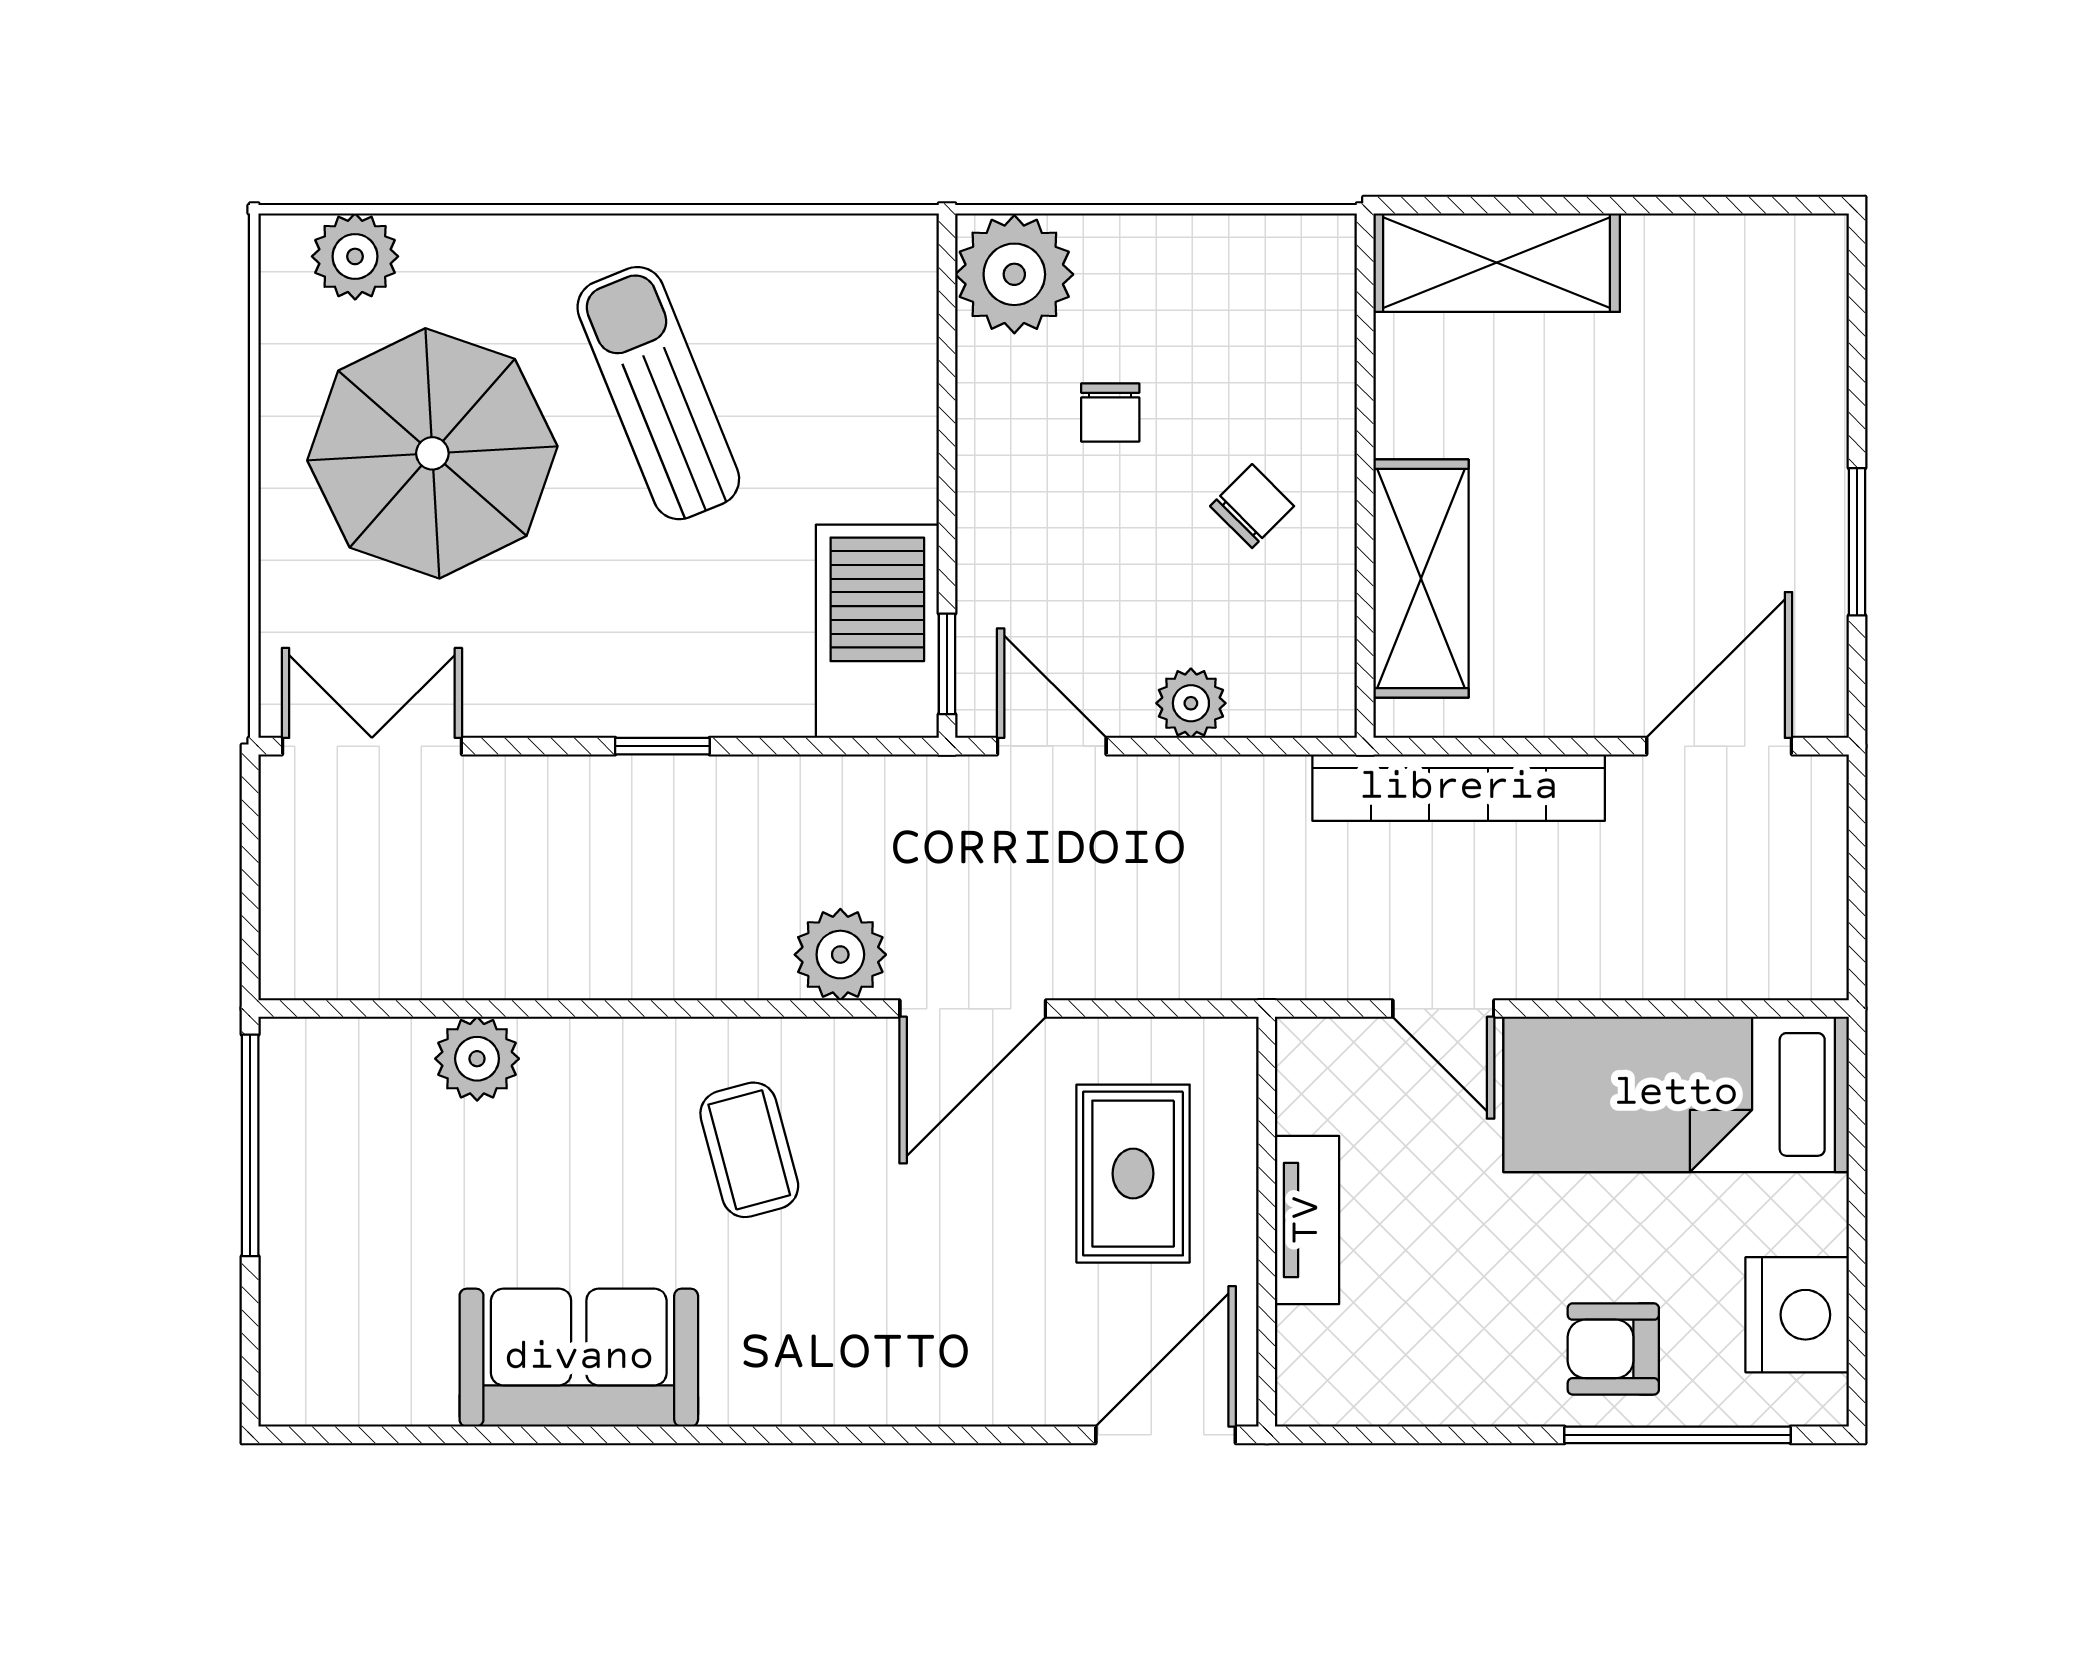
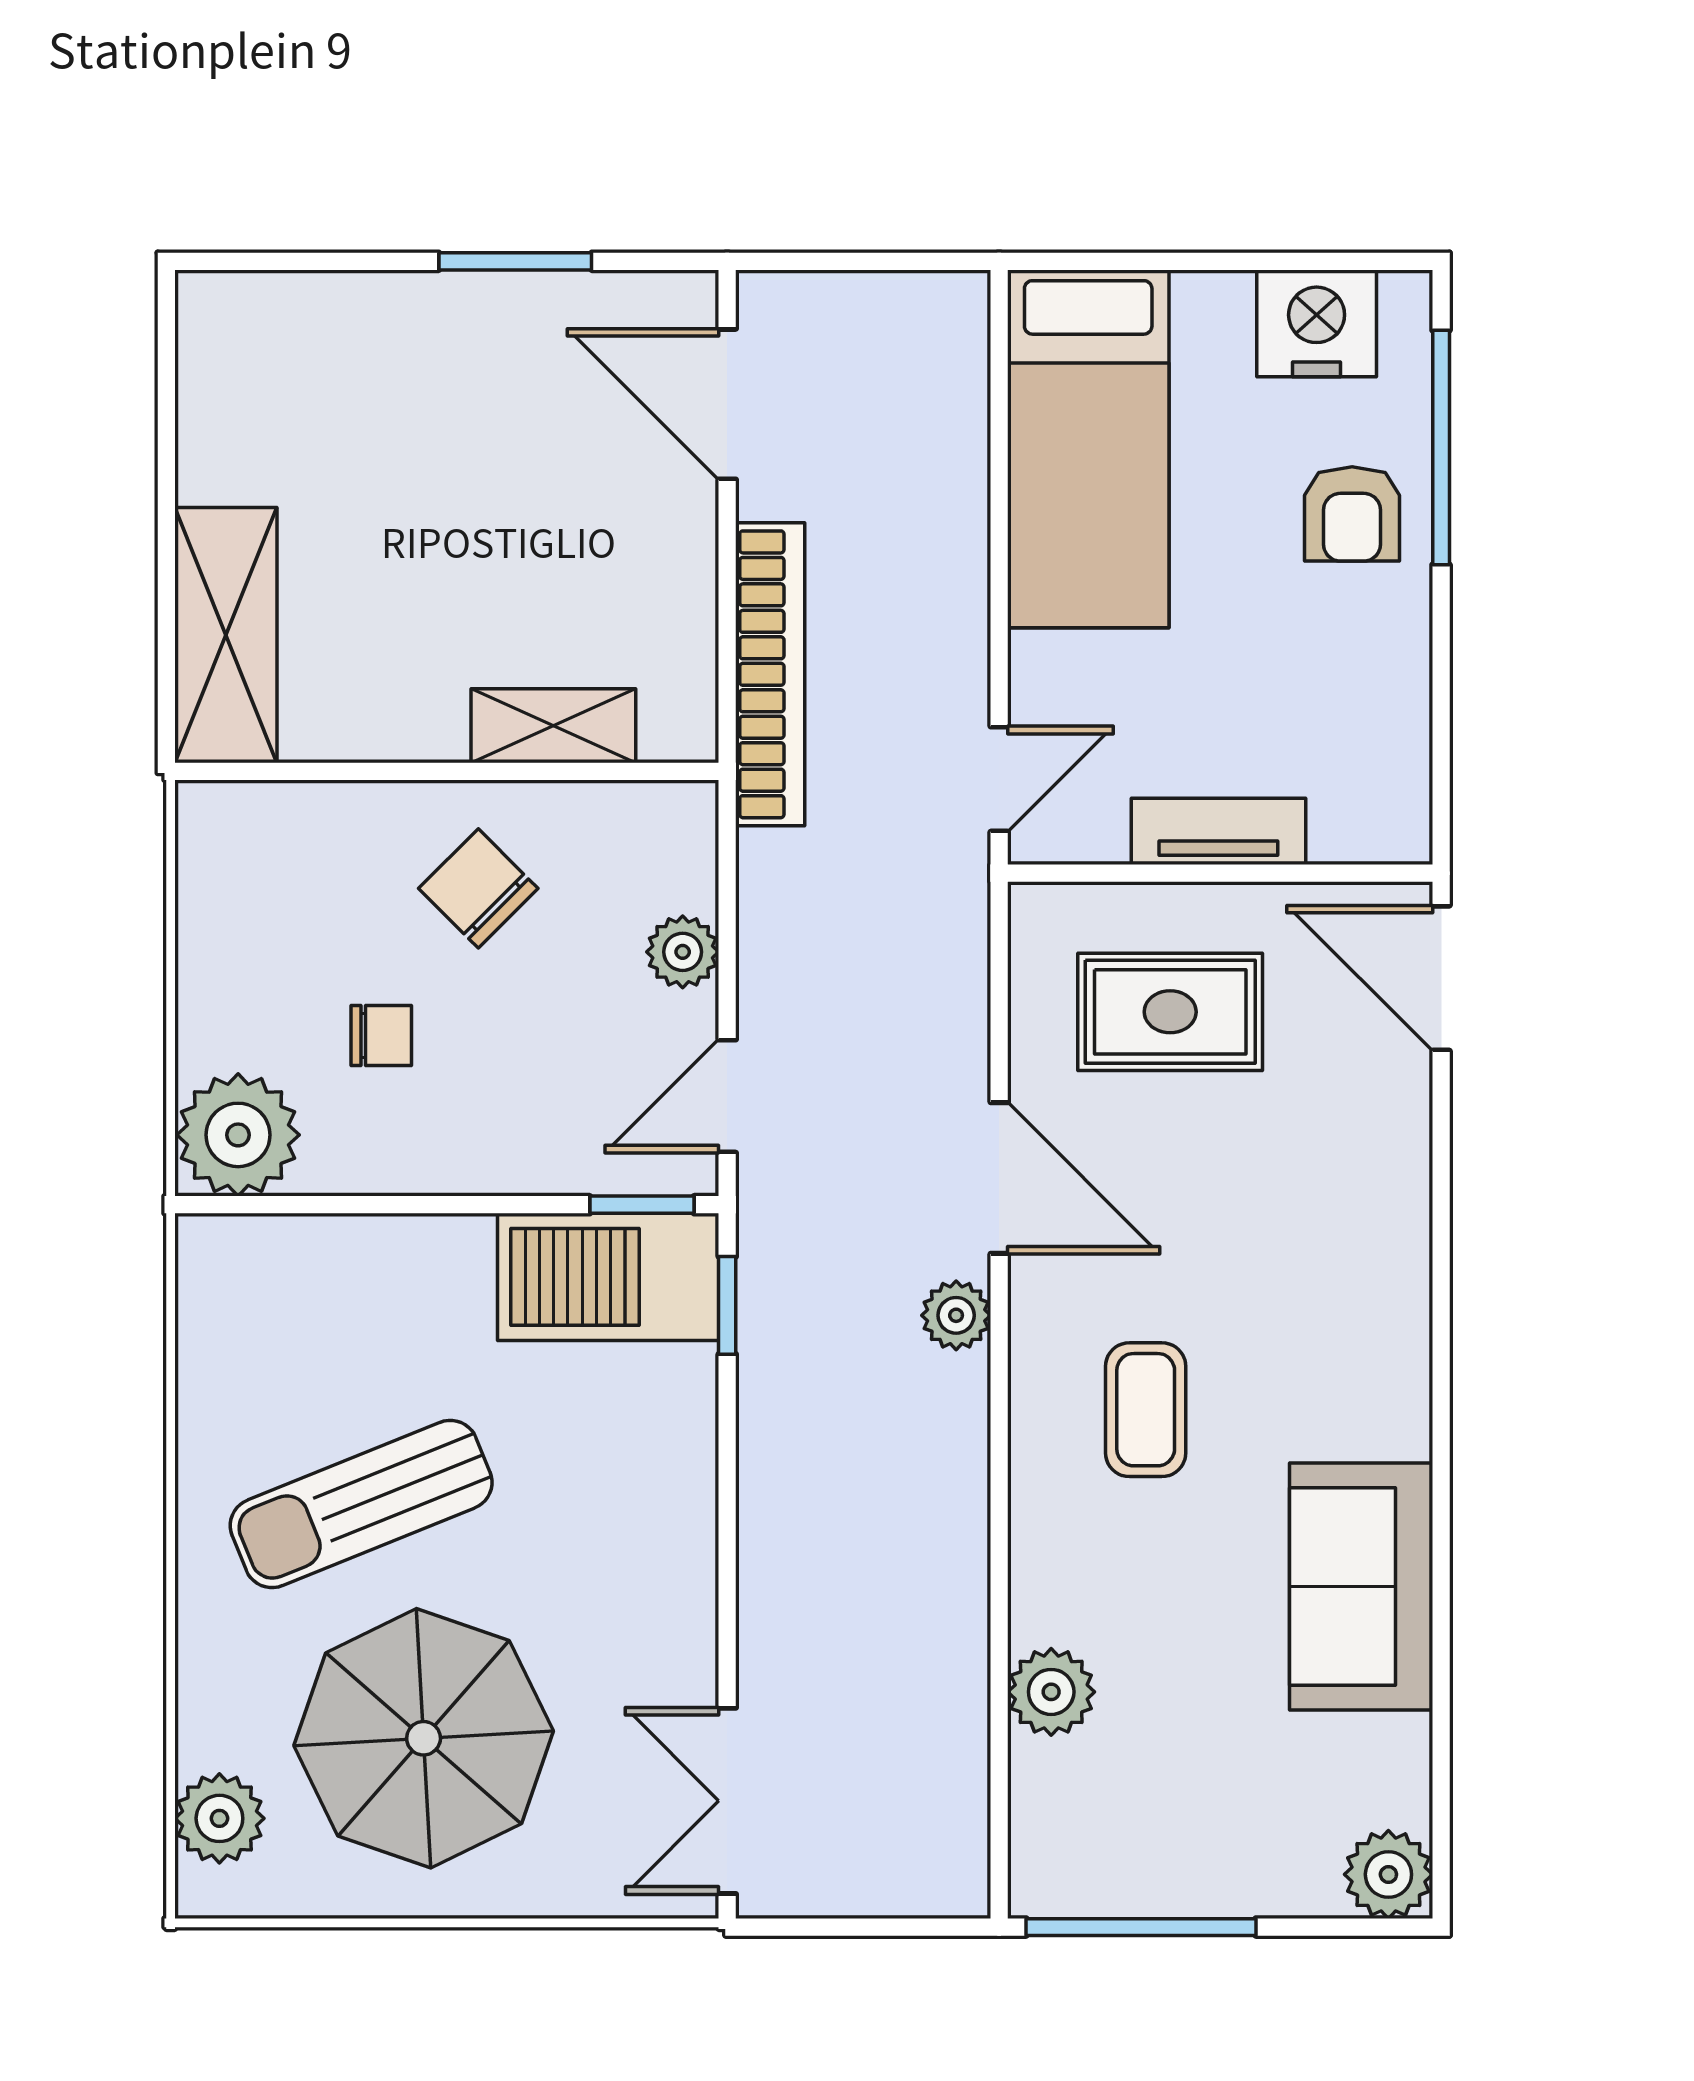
chair: (1252, 506) -> (478, 888), width x1.37, depth x1.37
shelving: (1421, 579) -> (553, 726), width x0.67, depth x0.75
window: (662, 746) -> (727, 1305), moved
plant: (840, 955) -> (956, 1315), width x0.73, depth x0.73
door: (1443, 1009) -> (999, 779), moved
coffee table: (749, 1150) -> (1146, 1410), turned -75
plant: (301, 1384) -> (1388, 1874), added

